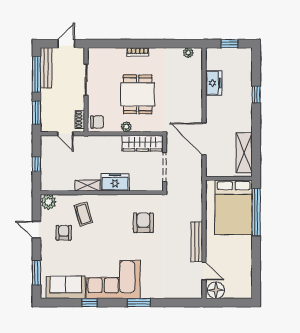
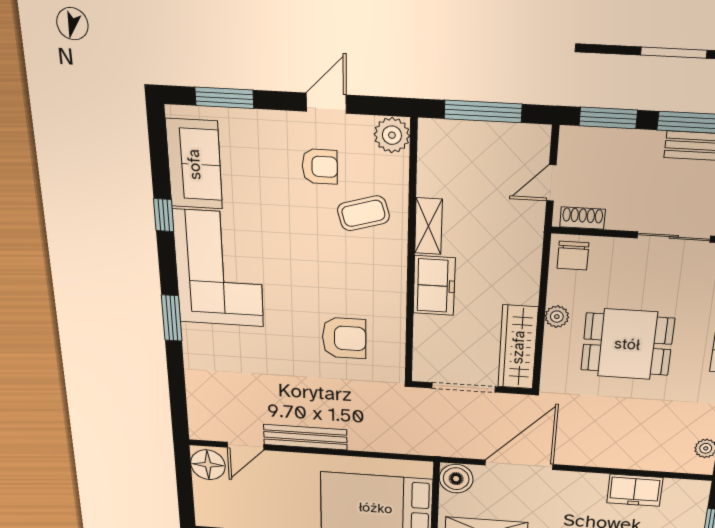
window: (36, 164) -> (483, 111), width x2.17
boiler: (214, 169) -> (456, 479), added

